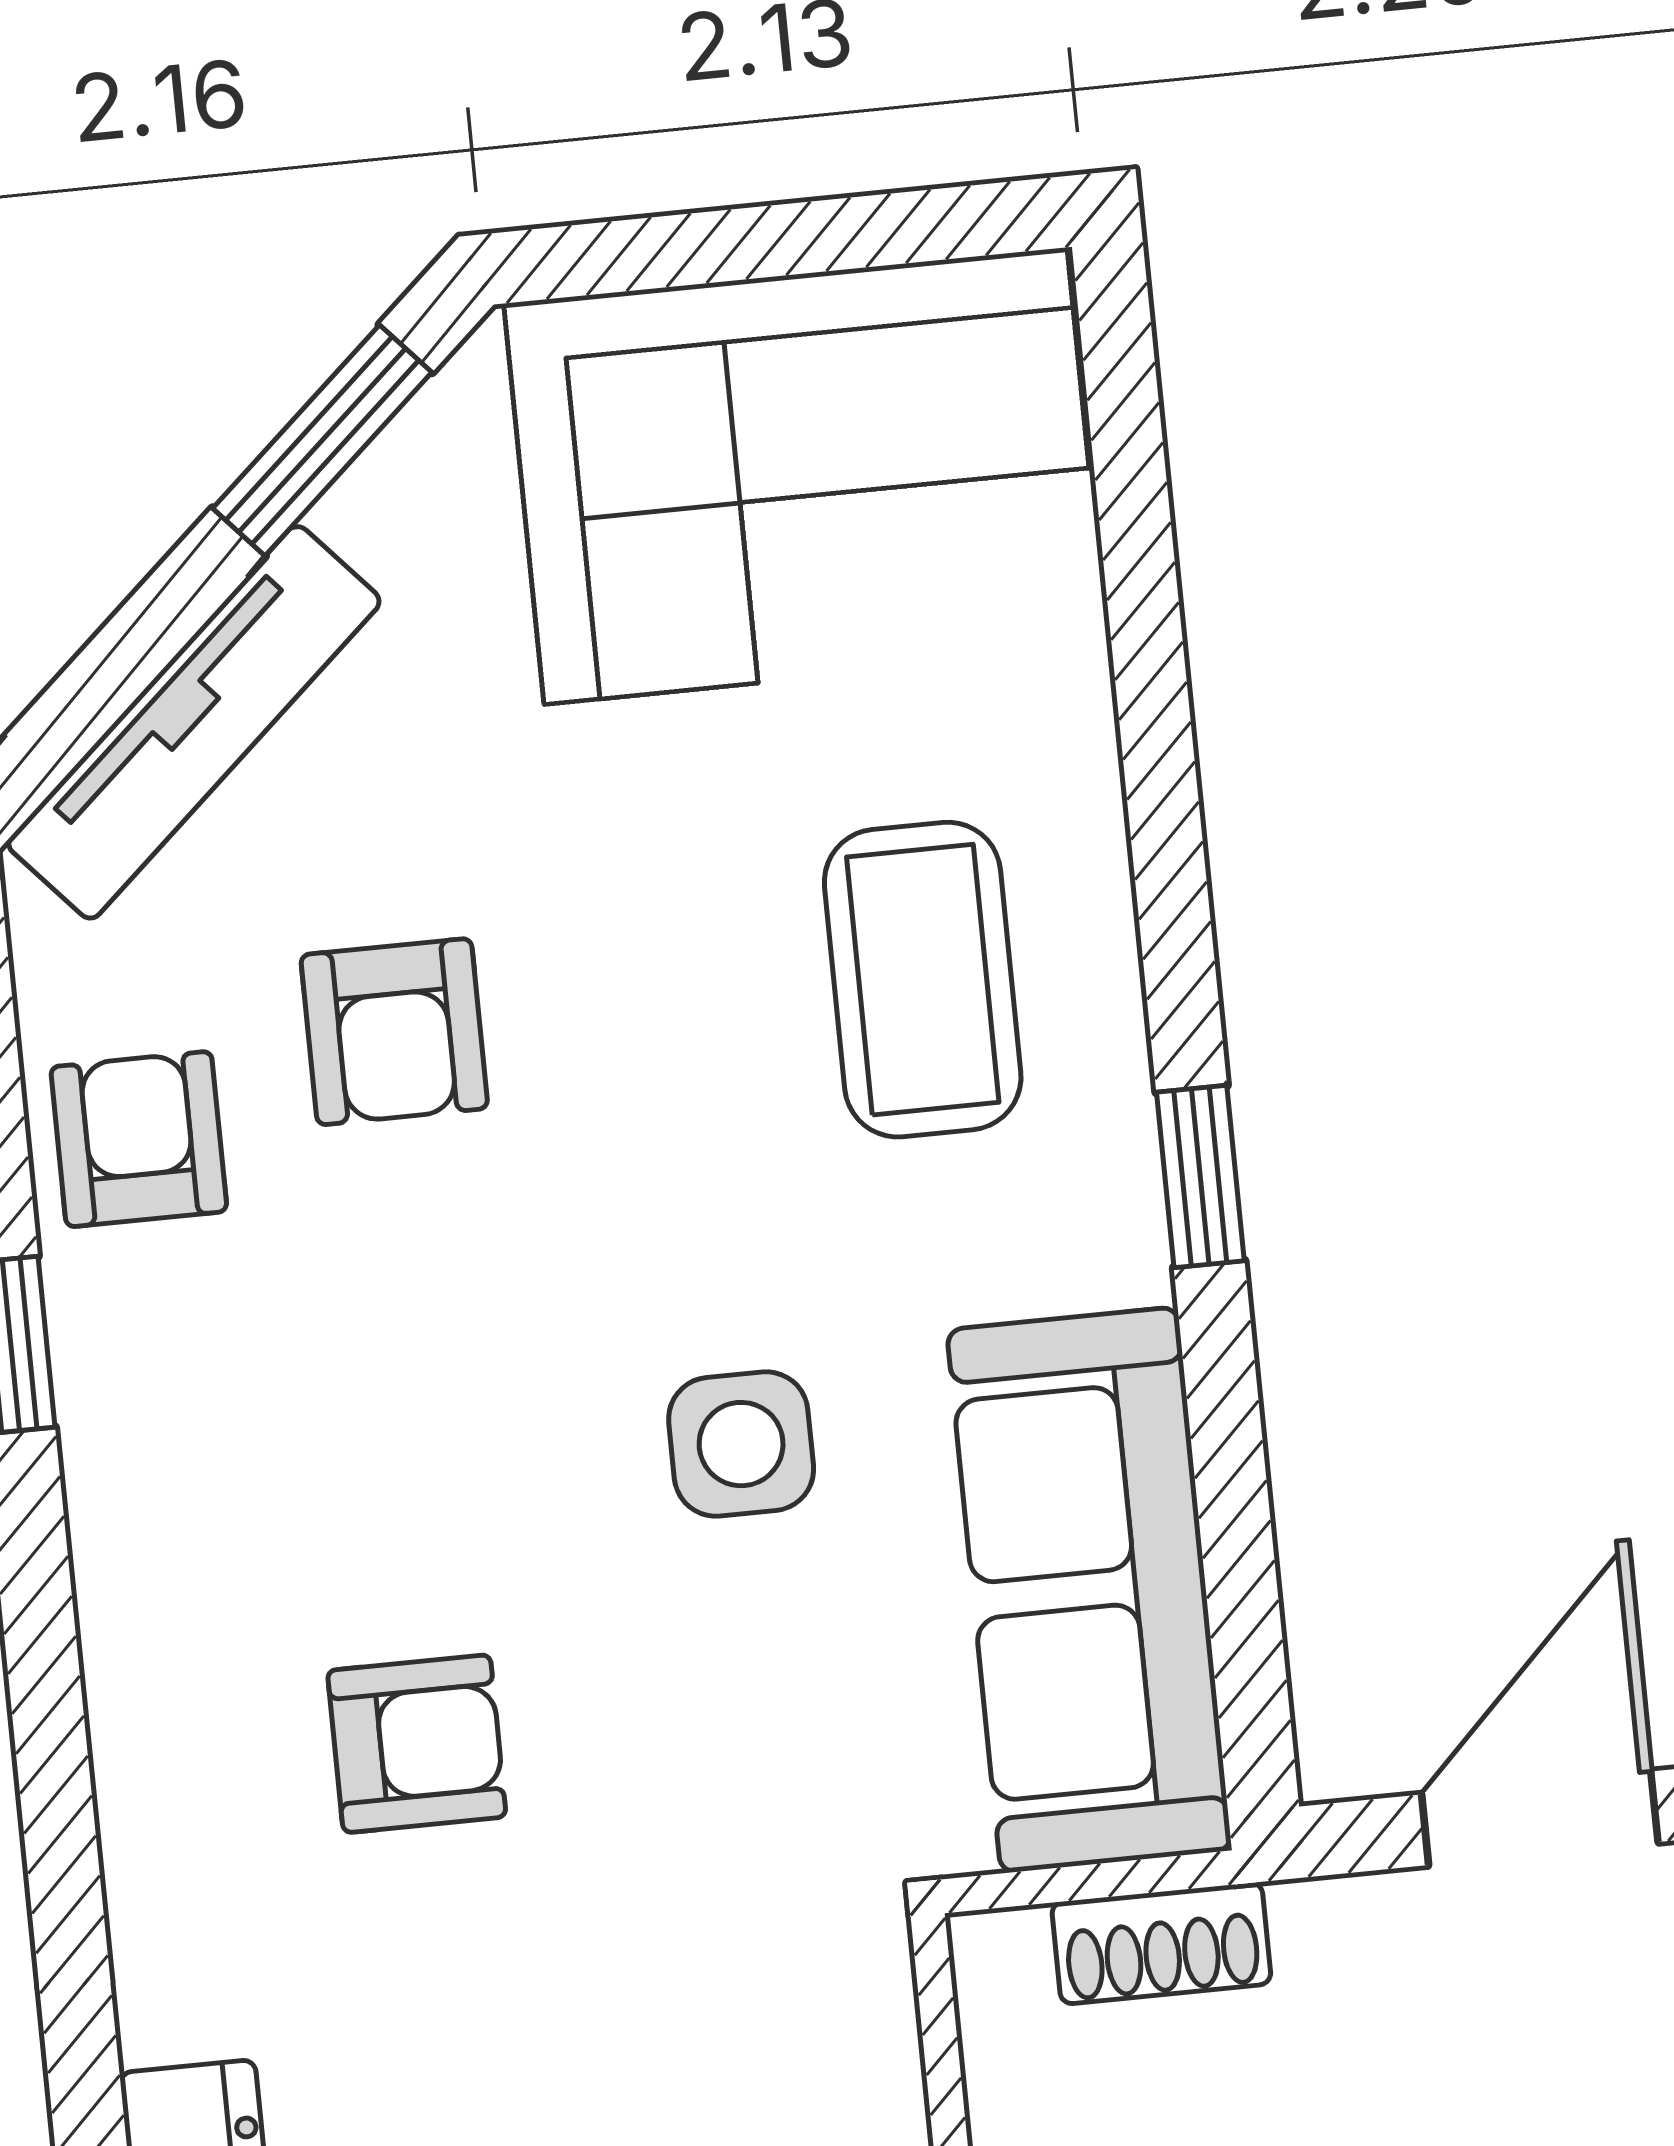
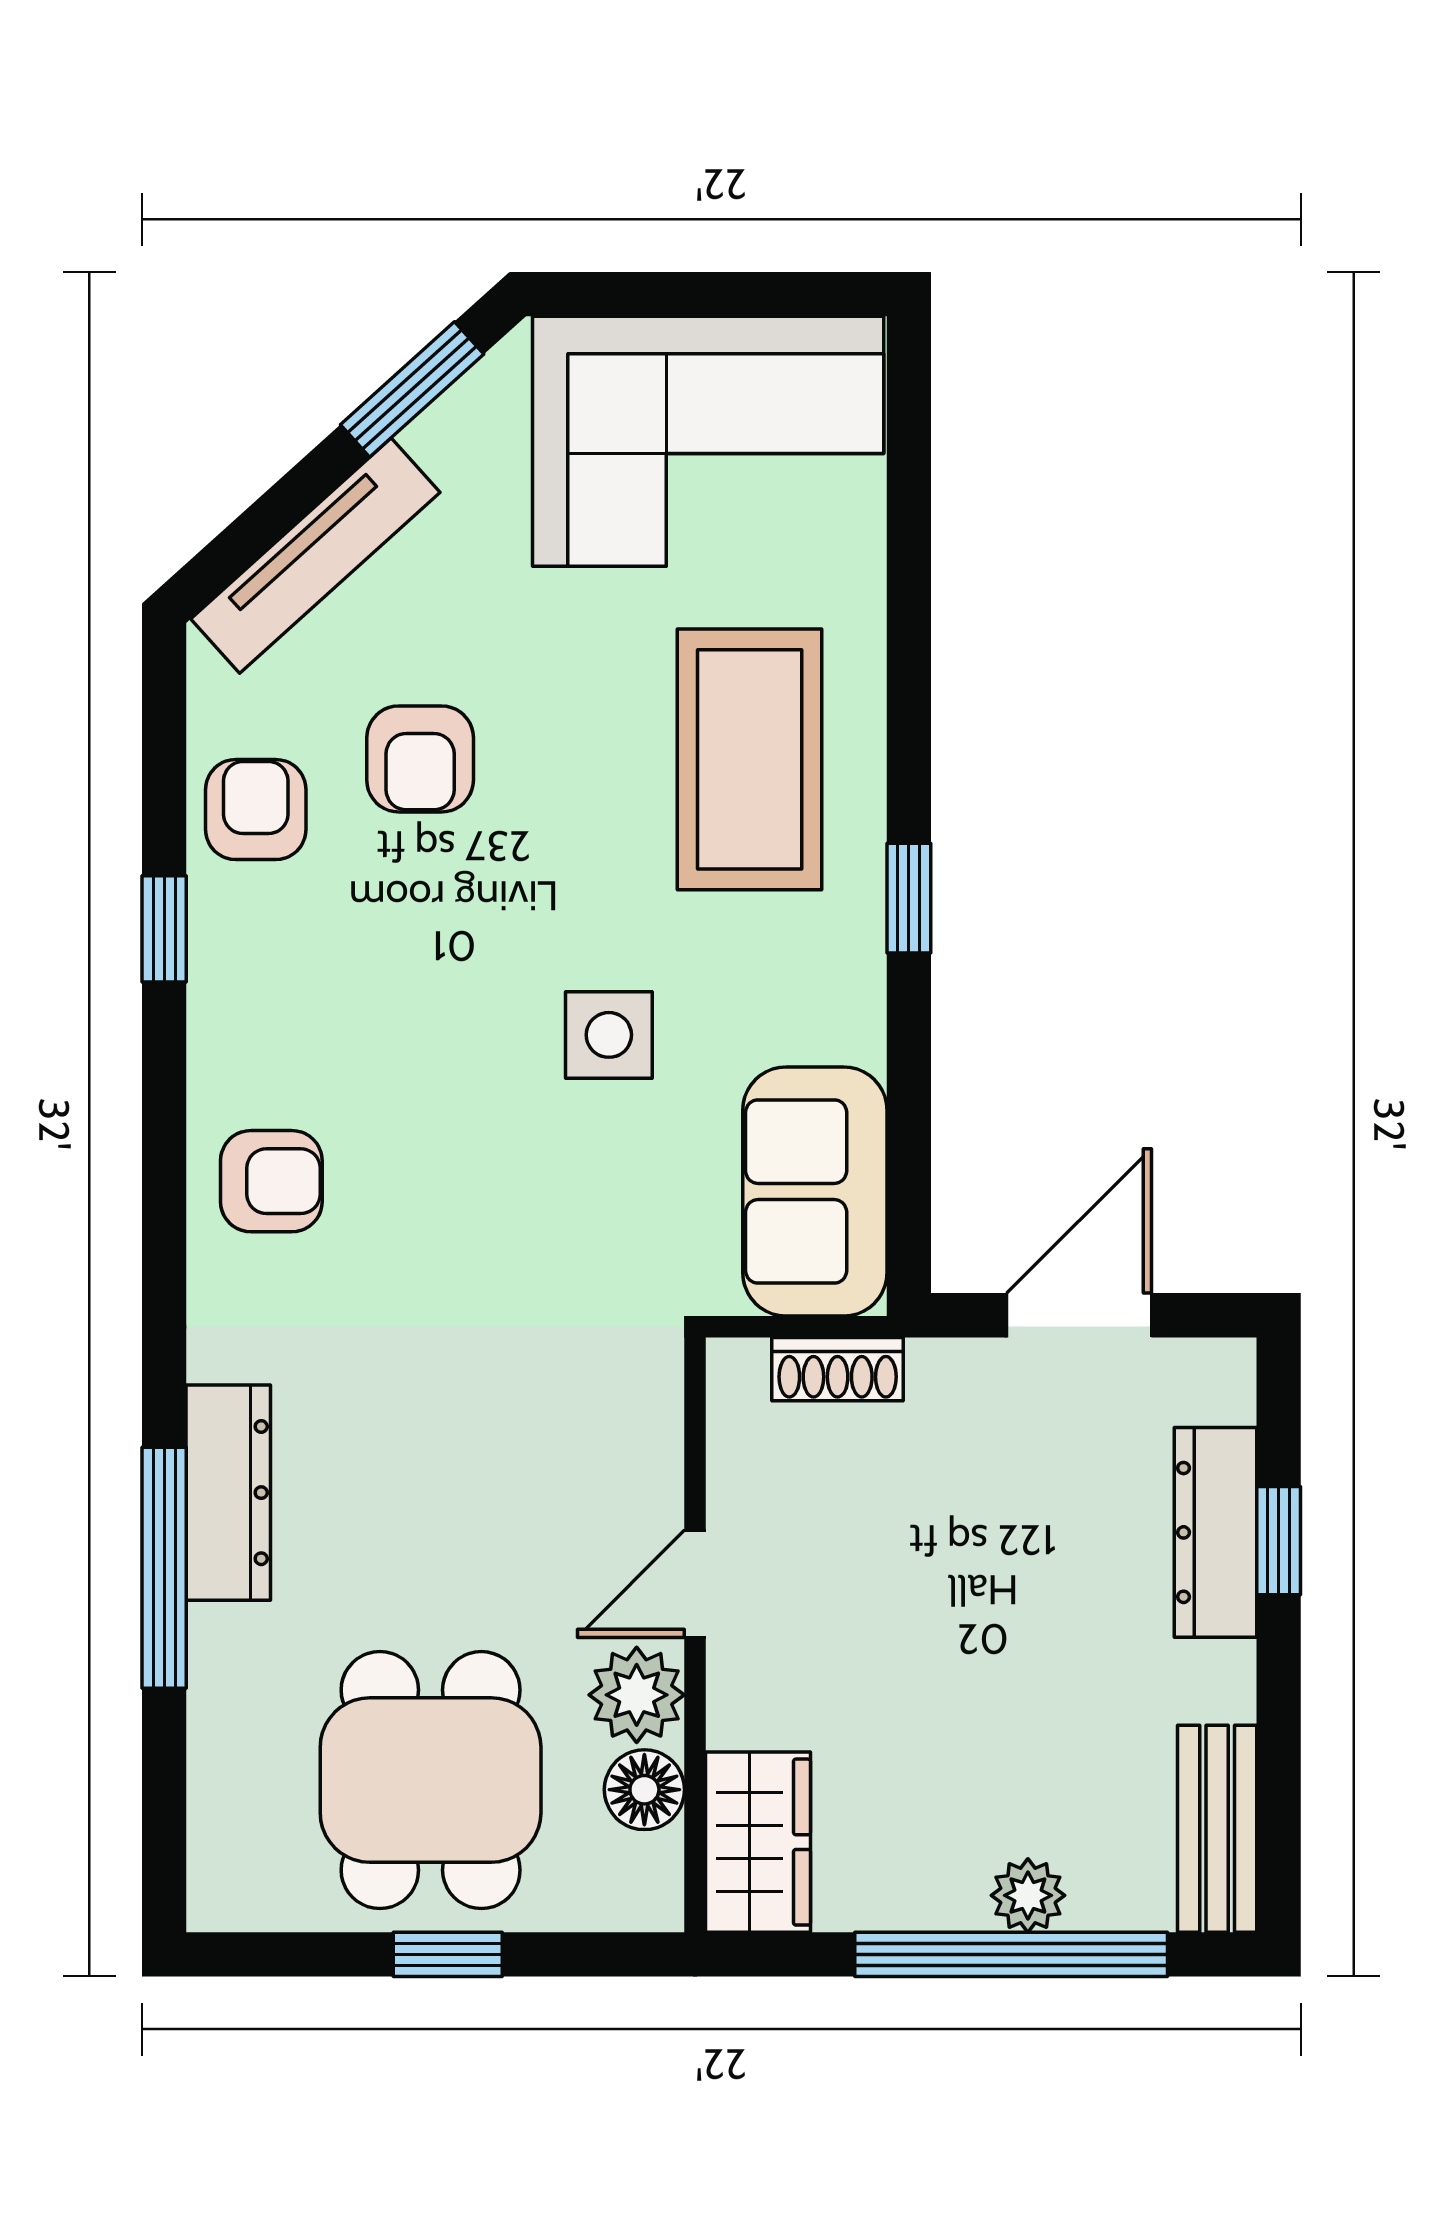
coffee table: (923, 980) -> (750, 759), width x1.36, depth x1.32
sofa: (1089, 1590) -> (815, 1191), width x0.73
armchair: (417, 1744) -> (271, 1181), moved

